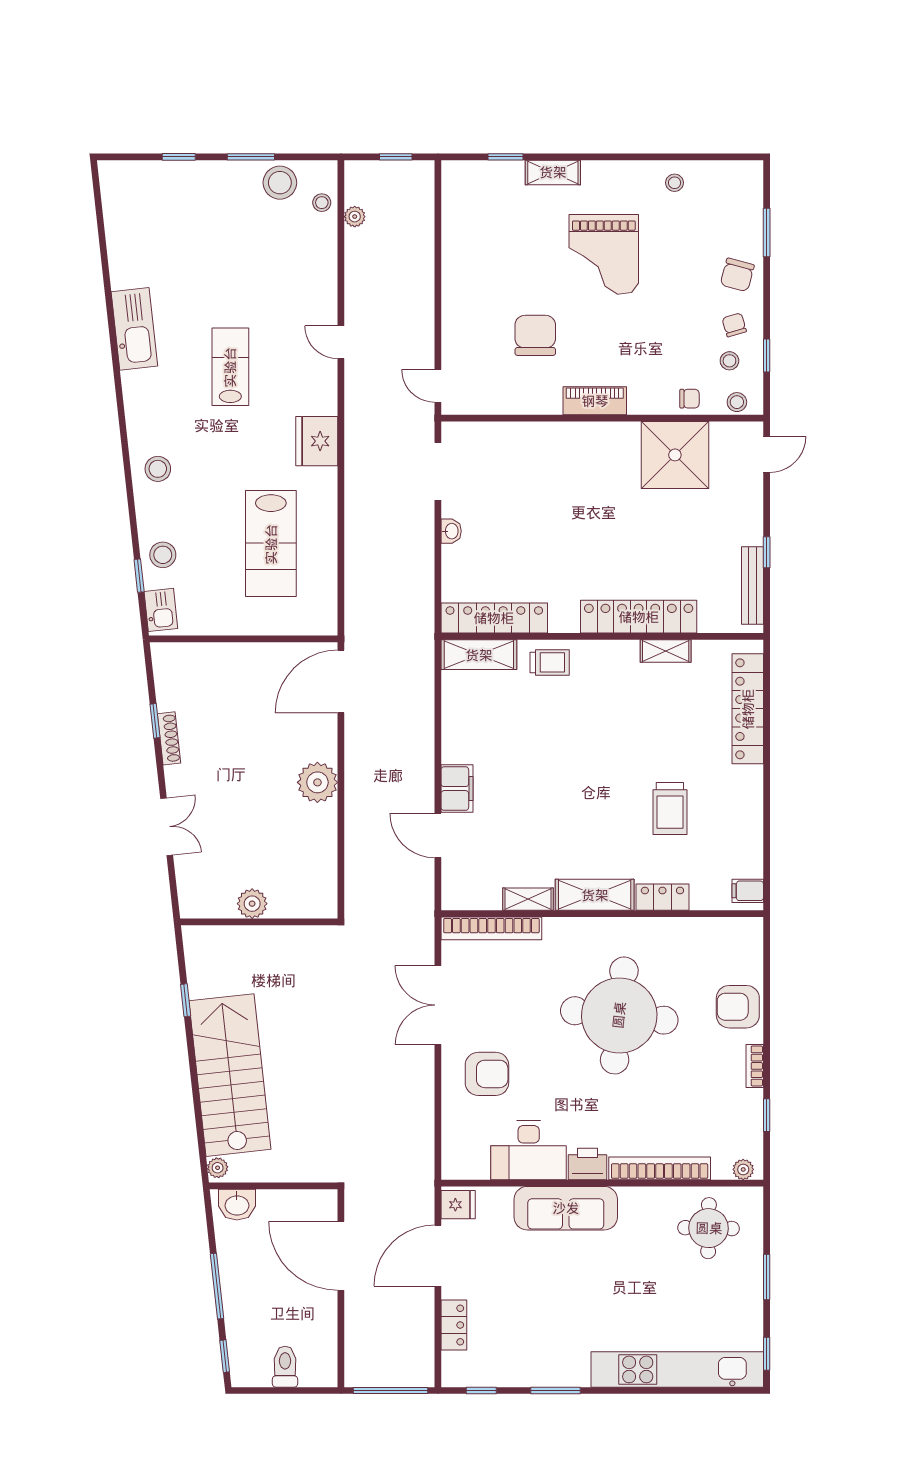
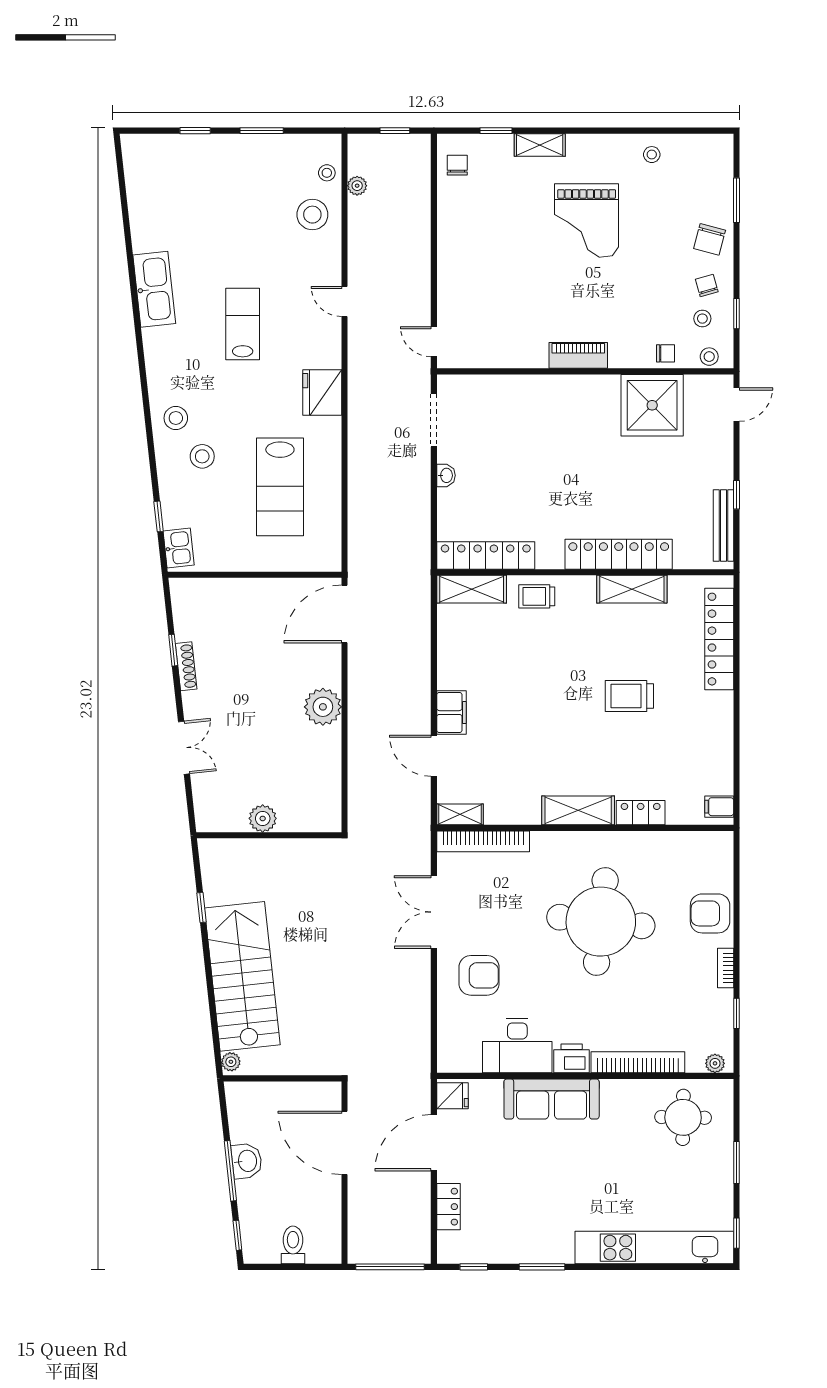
stool: (280, 183) -> (312, 215), moved
chair: (535, 335) -> (457, 165), moved, width x0.54, depth x0.54
stool: (163, 555) -> (202, 456), moved
shelving: (666, 651) -> (632, 589), width x1.50, depth x1.33
trolley: (550, 662) -> (537, 596), turned 180
trolley: (670, 809) -> (629, 696), moved, turned 90
shelving: (528, 899) -> (460, 814), moved
washbasin: (237, 1205) -> (247, 1161), moved, turned -96

